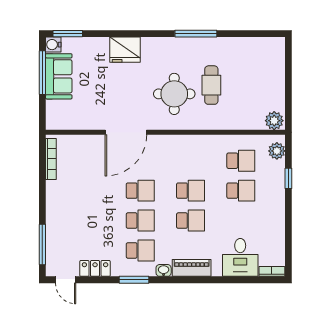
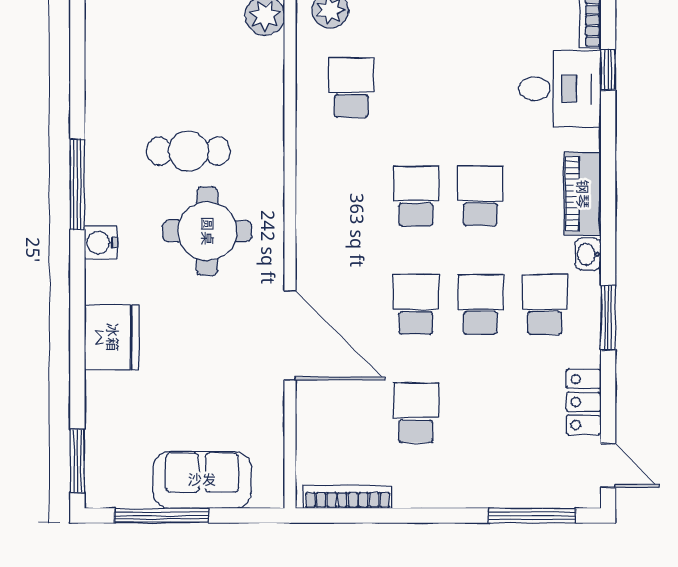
water cooler: (53, 45) -> (101, 243), moved, turned 90
sofa: (59, 76) -> (202, 480), moved
school desk: (241, 191) -> (416, 413), moved
door: (66, 280) -> (608, 466), hinge flipped
window: (249, 280) -> (608, 70), added

